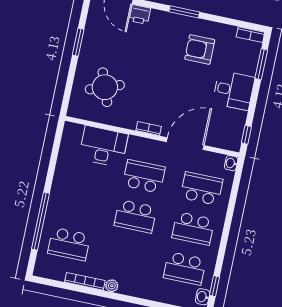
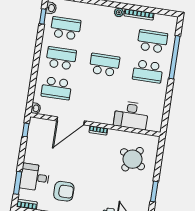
round table: (105, 87) -> (133, 159), turned -38
desk: (234, 90) -> (35, 177), moved
school desk: (144, 176) -> (148, 71), moved

